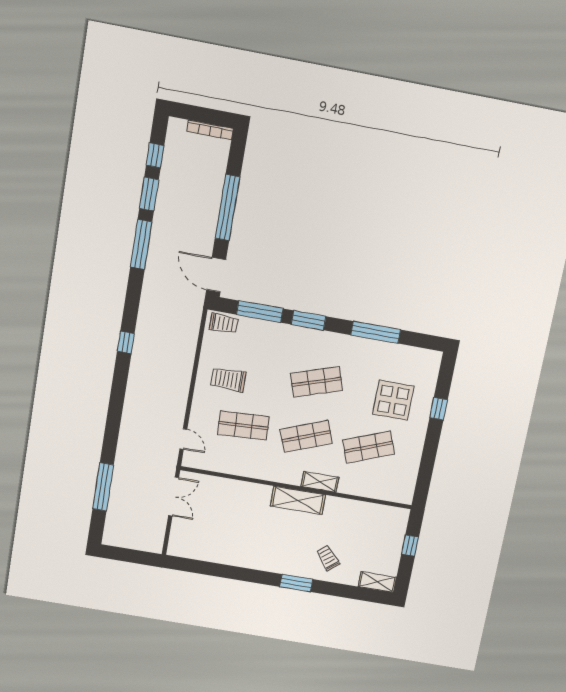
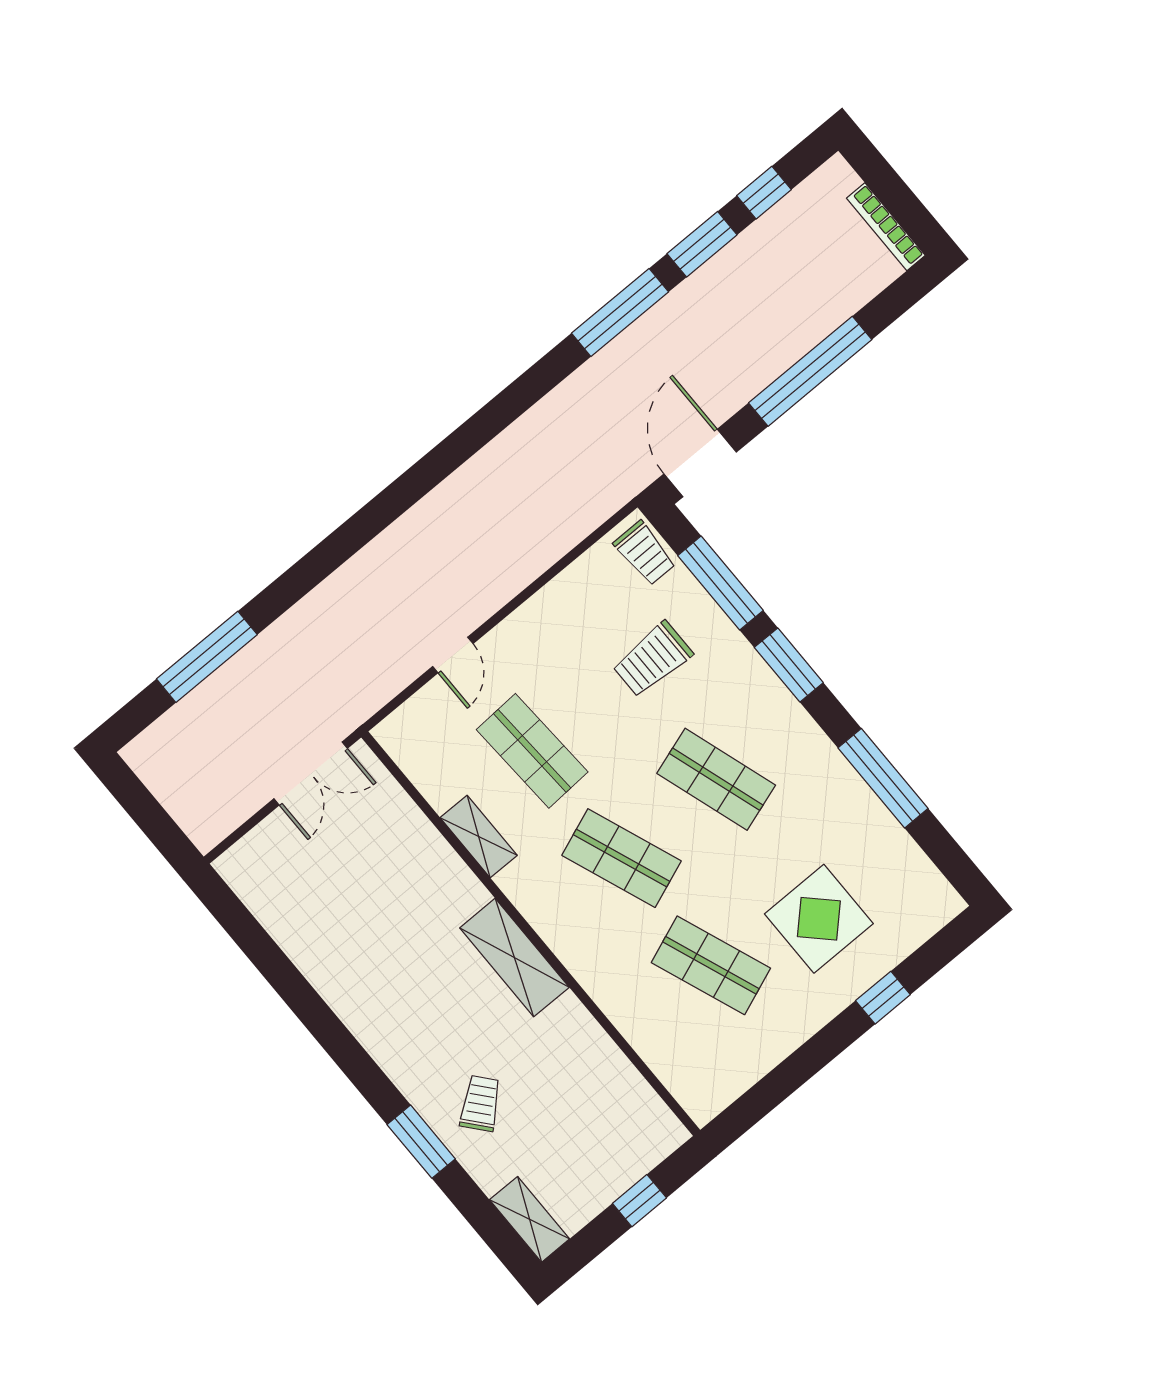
window: (126, 342) -> (457, 448), removed
trolley: (228, 380) -> (653, 659), moved, turned -90
door: (183, 439) -> (453, 655), moved
shelving: (320, 482) -> (479, 837), moved
window: (296, 583) -> (421, 1142), moved

